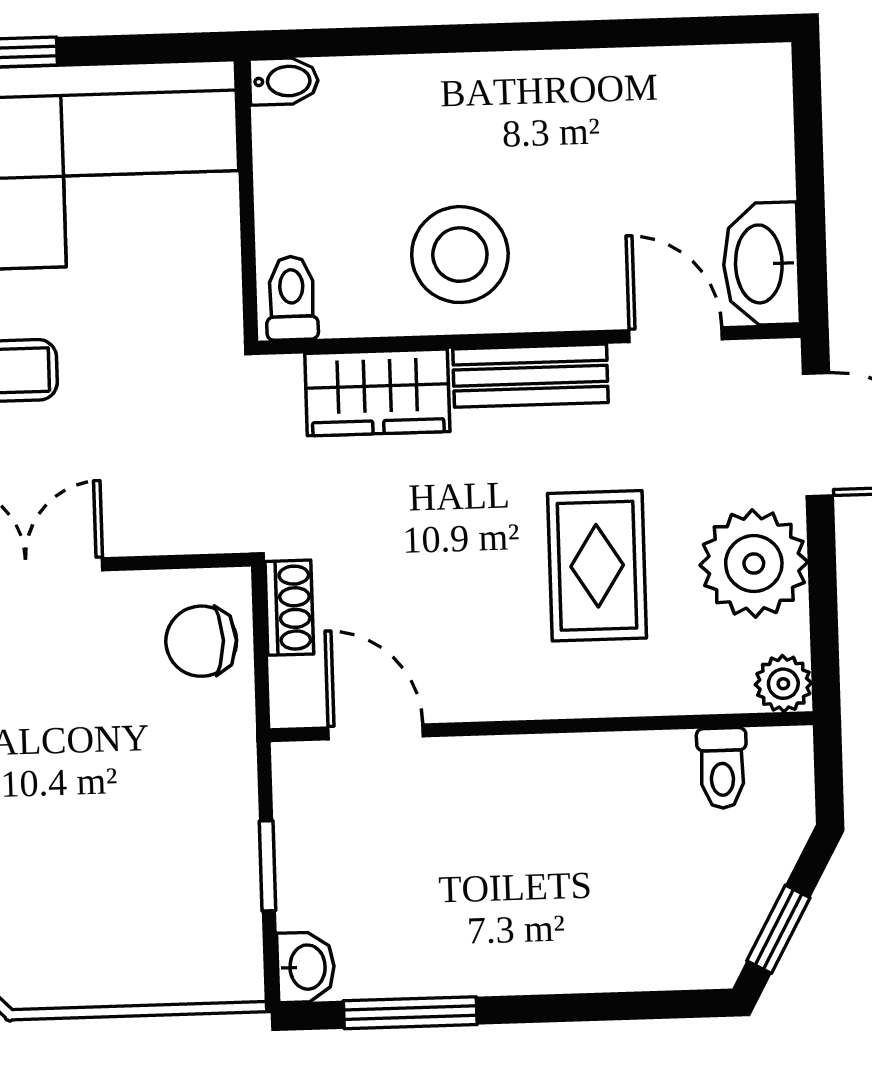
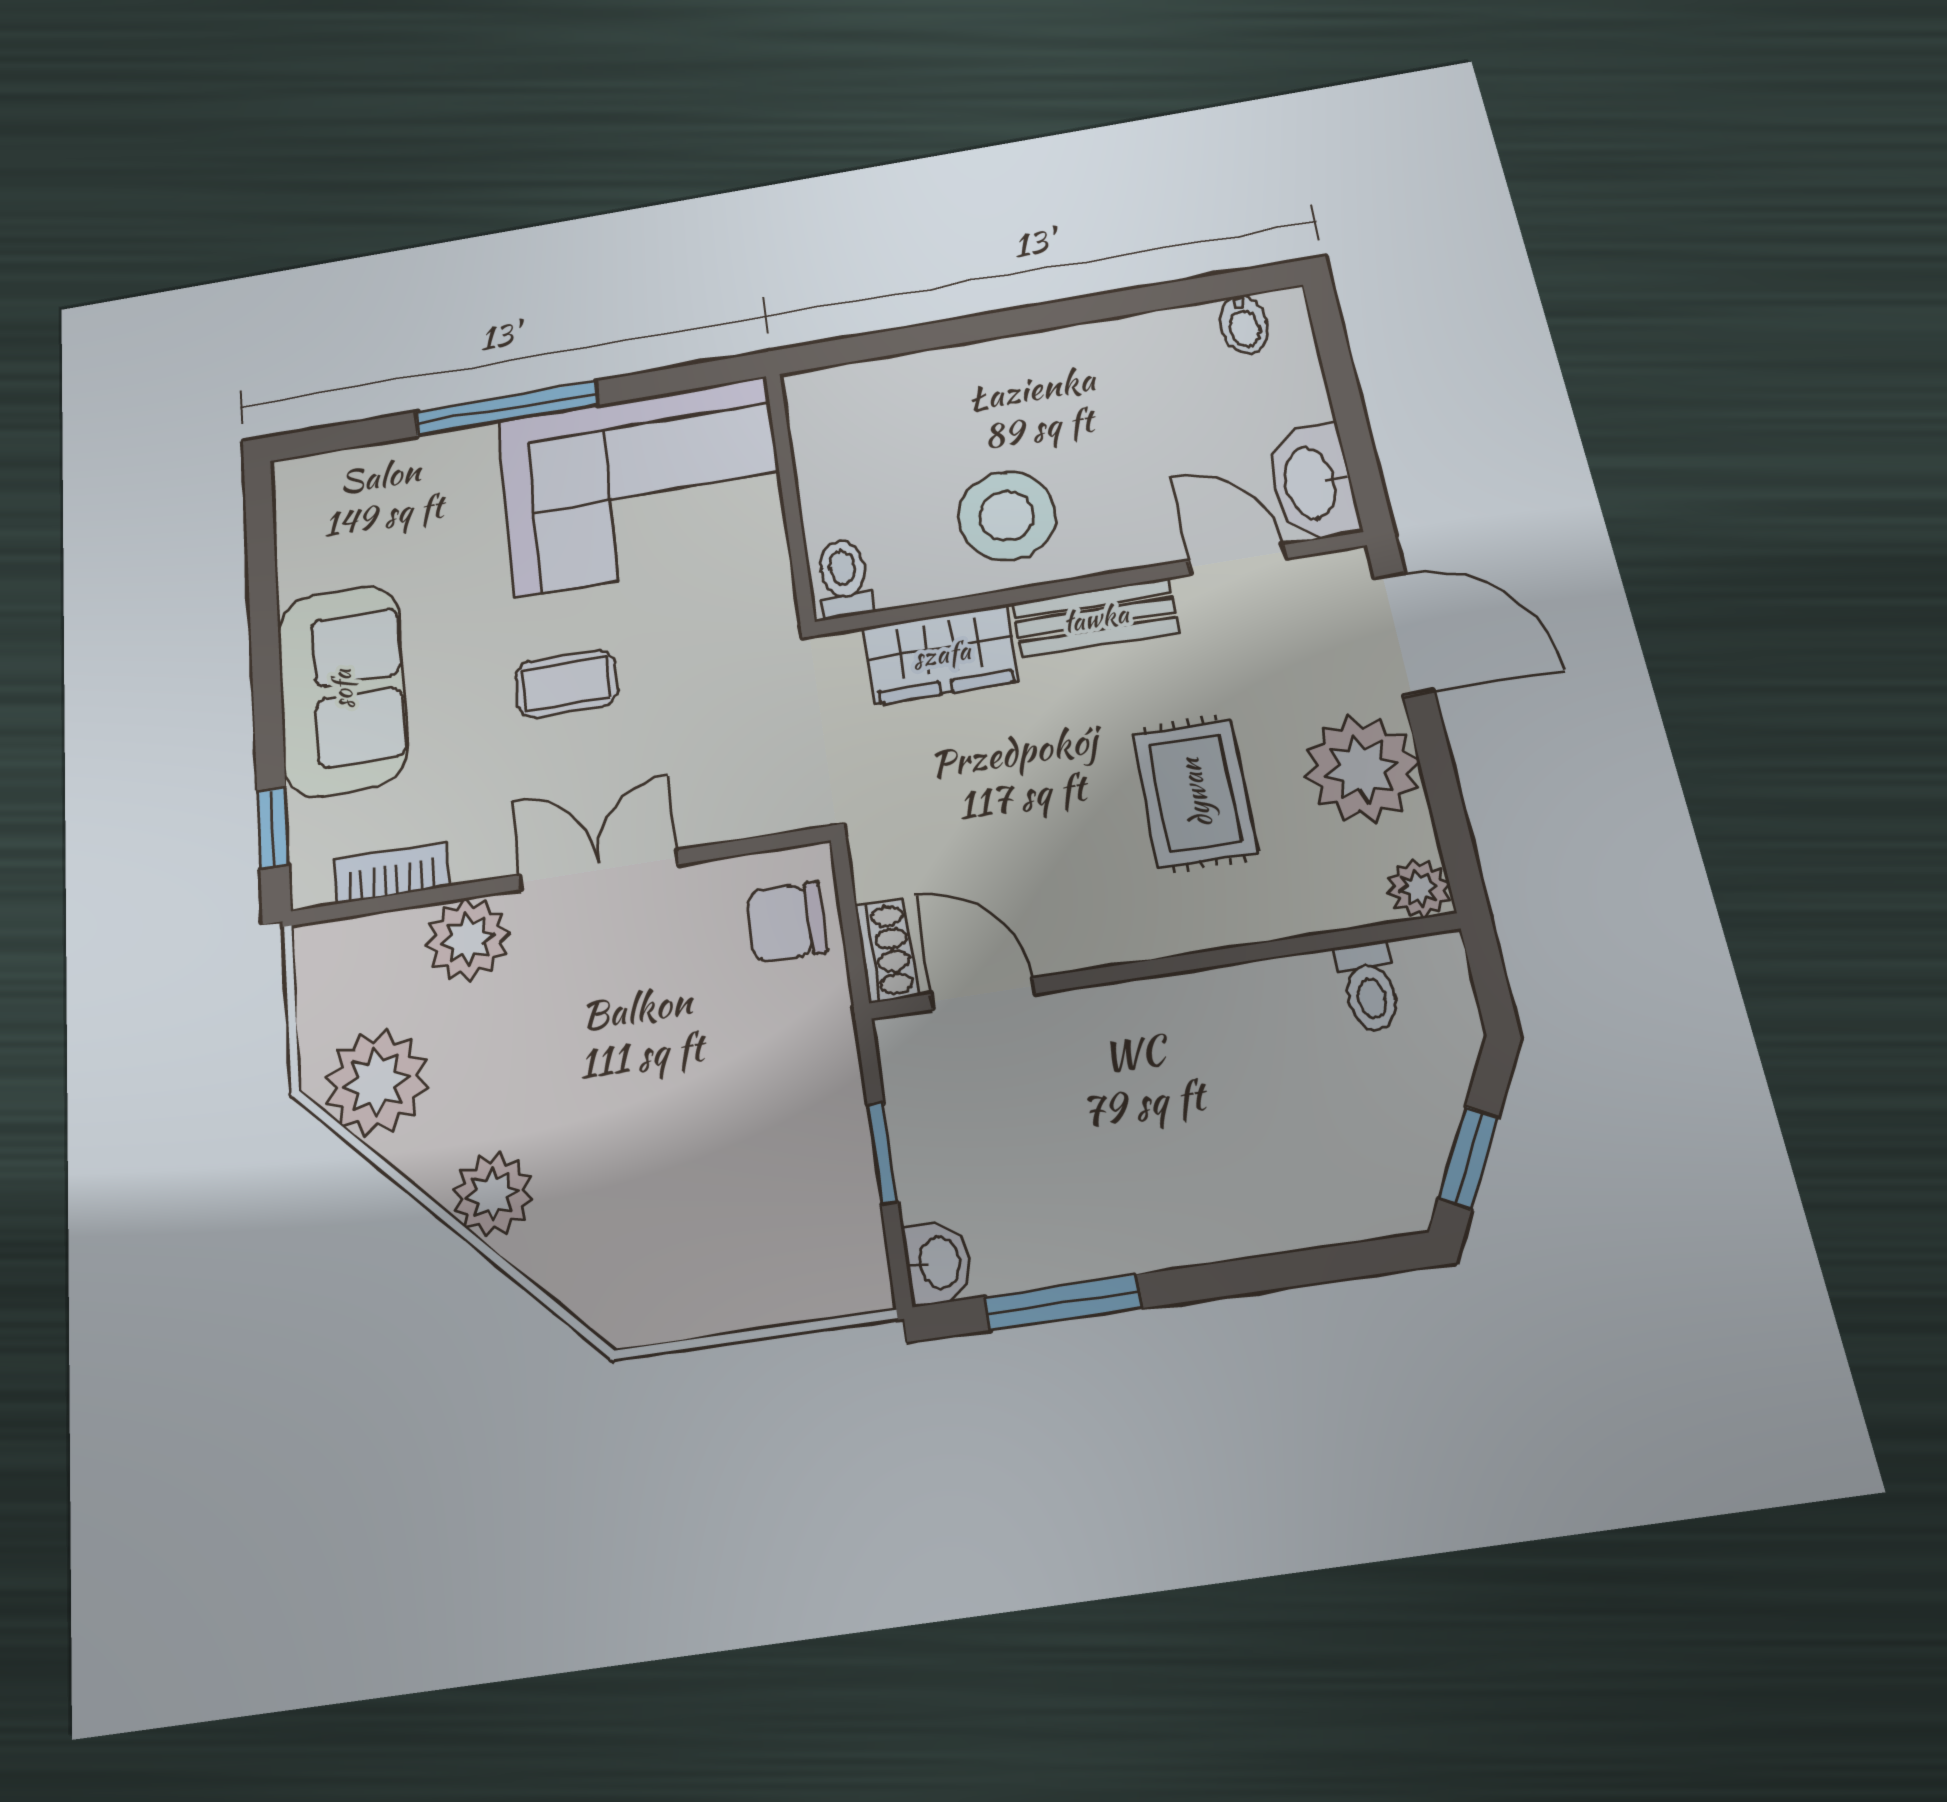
bidet: (284, 81) -> (1244, 324), moved, turned 90
shoe rack: (289, 608) -> (886, 951), moved

